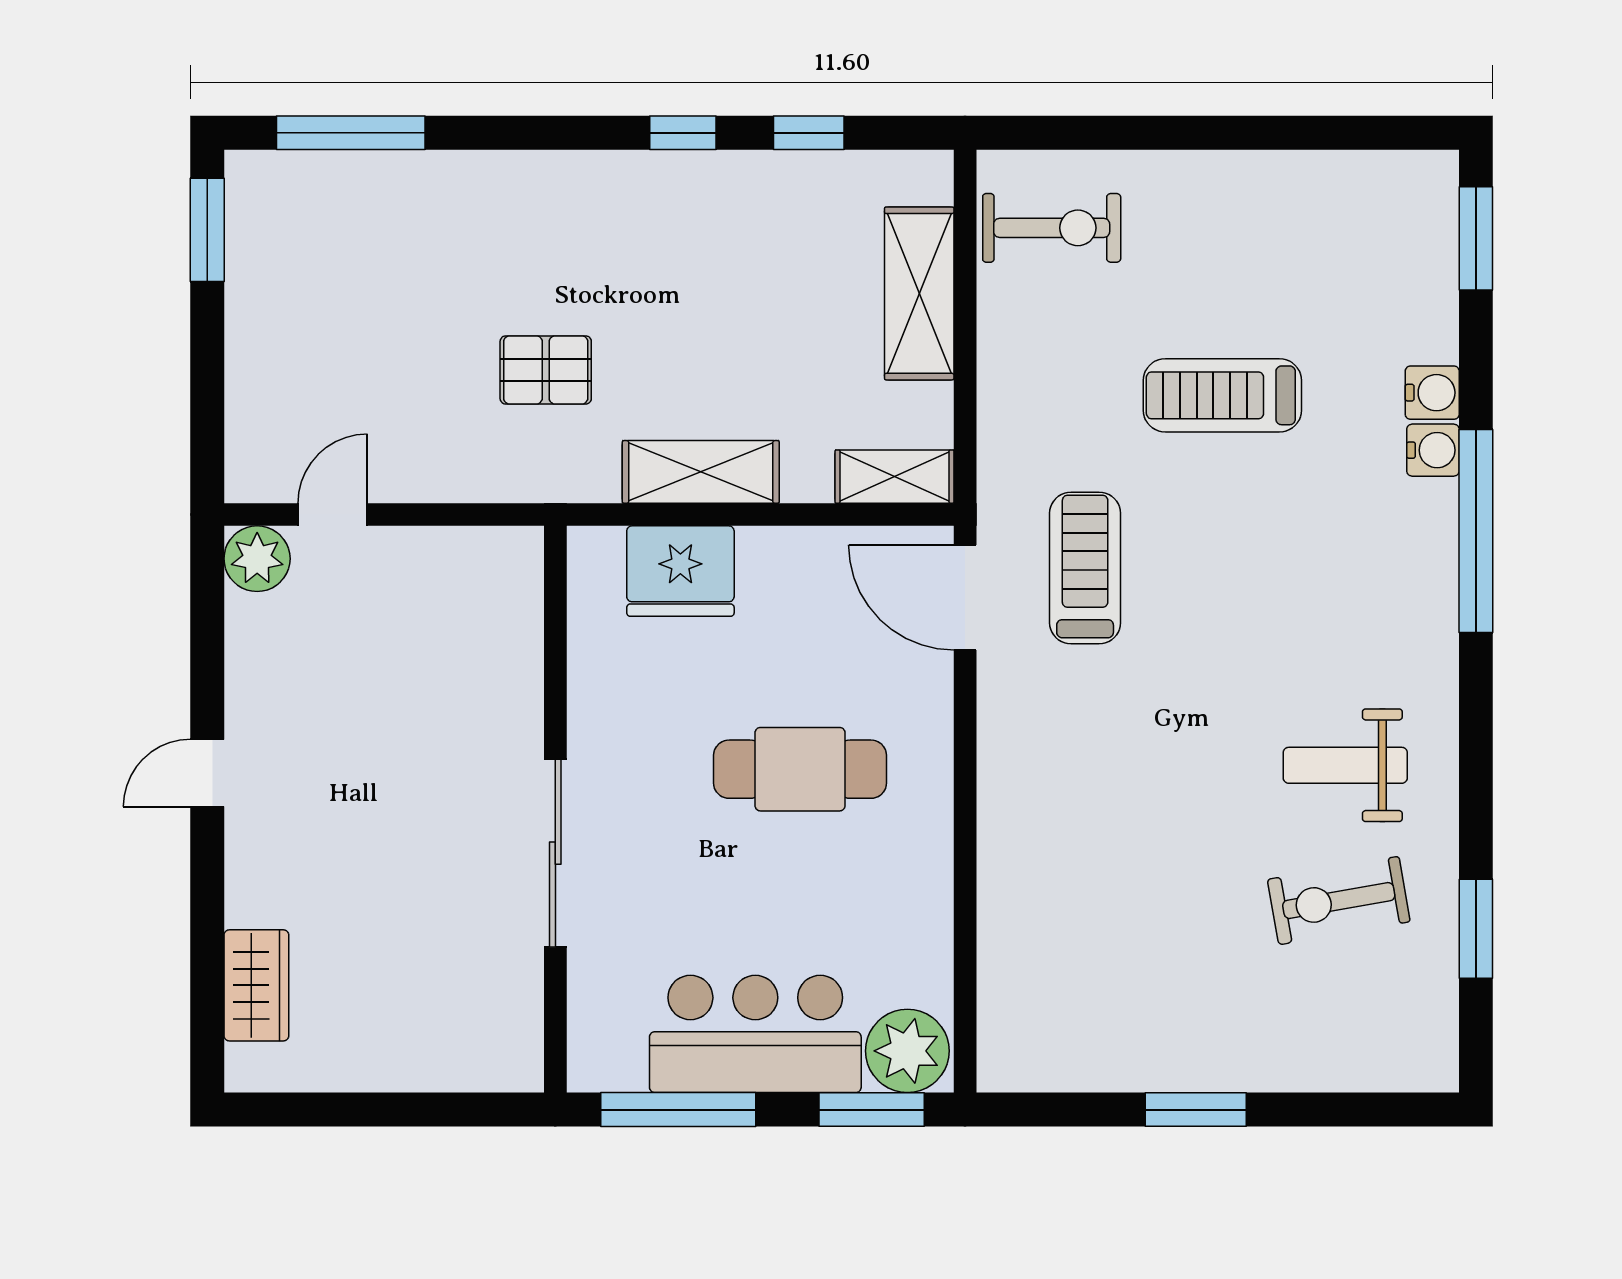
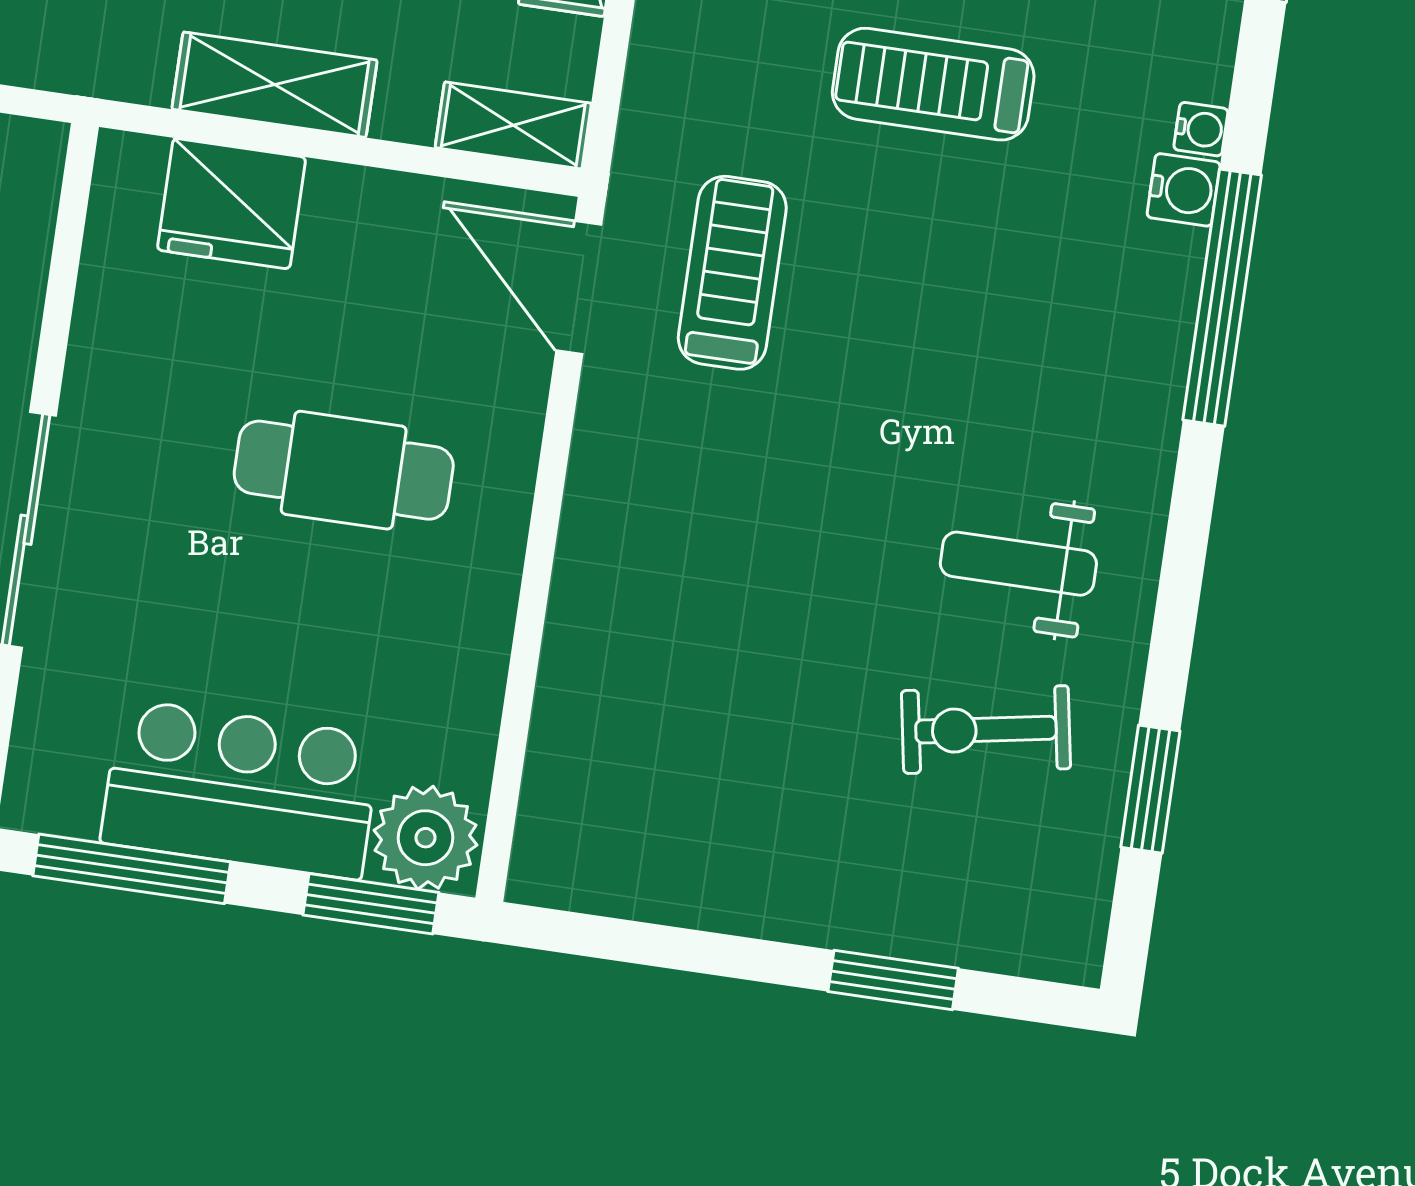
water cooler: (1432, 393) -> (1201, 129), width x0.72, depth x0.72
window: (1196, 1110) -> (893, 980), moved

